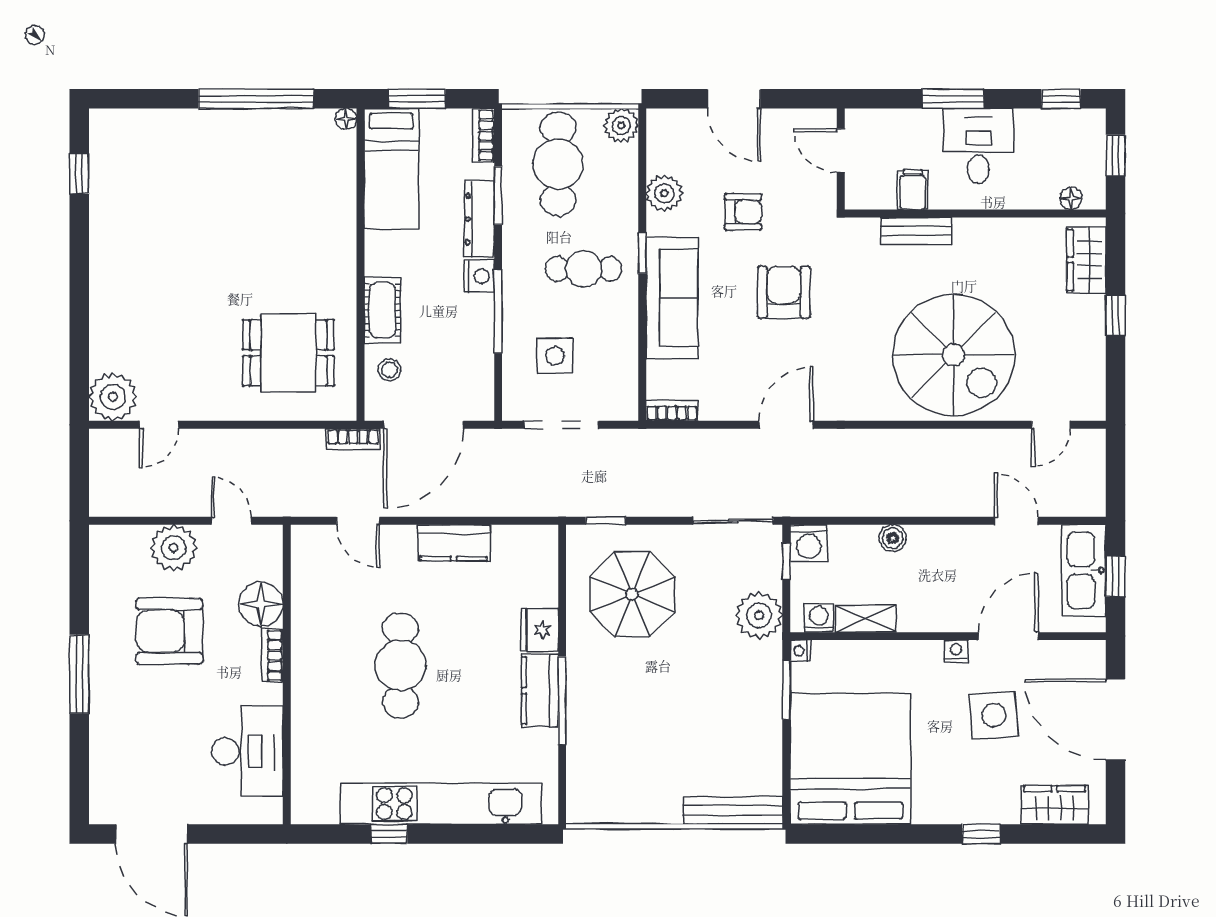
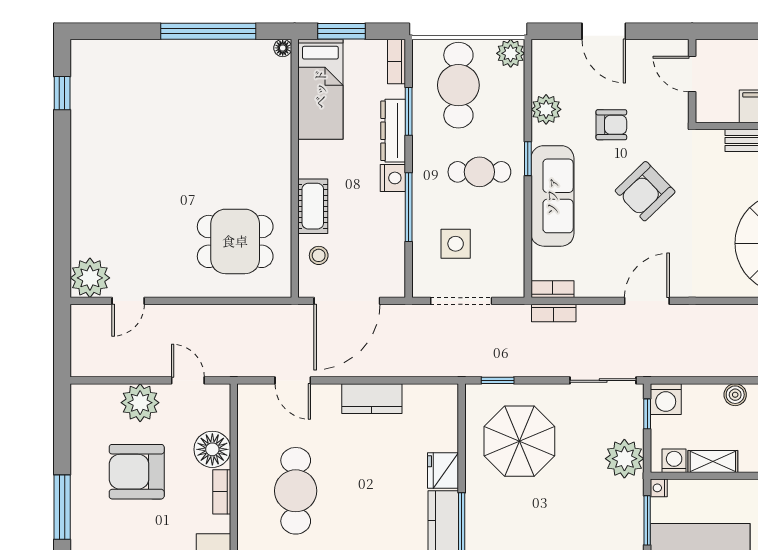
armchair: (784, 292) -> (645, 191), turned -134
bookcase: (353, 439) -> (554, 313), moved
cafe table: (400, 665) -> (296, 491), moved

